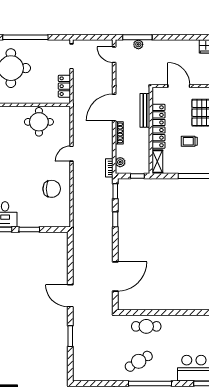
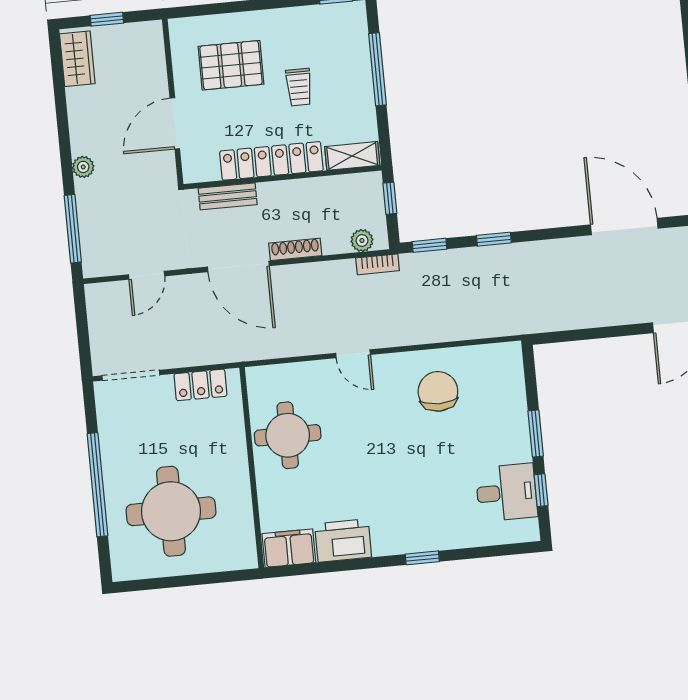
plant: (138, 44) -> (83, 167), moved
door: (114, 55) -> (147, 275), moved
bench: (145, 110) -> (228, 196), width x0.73

